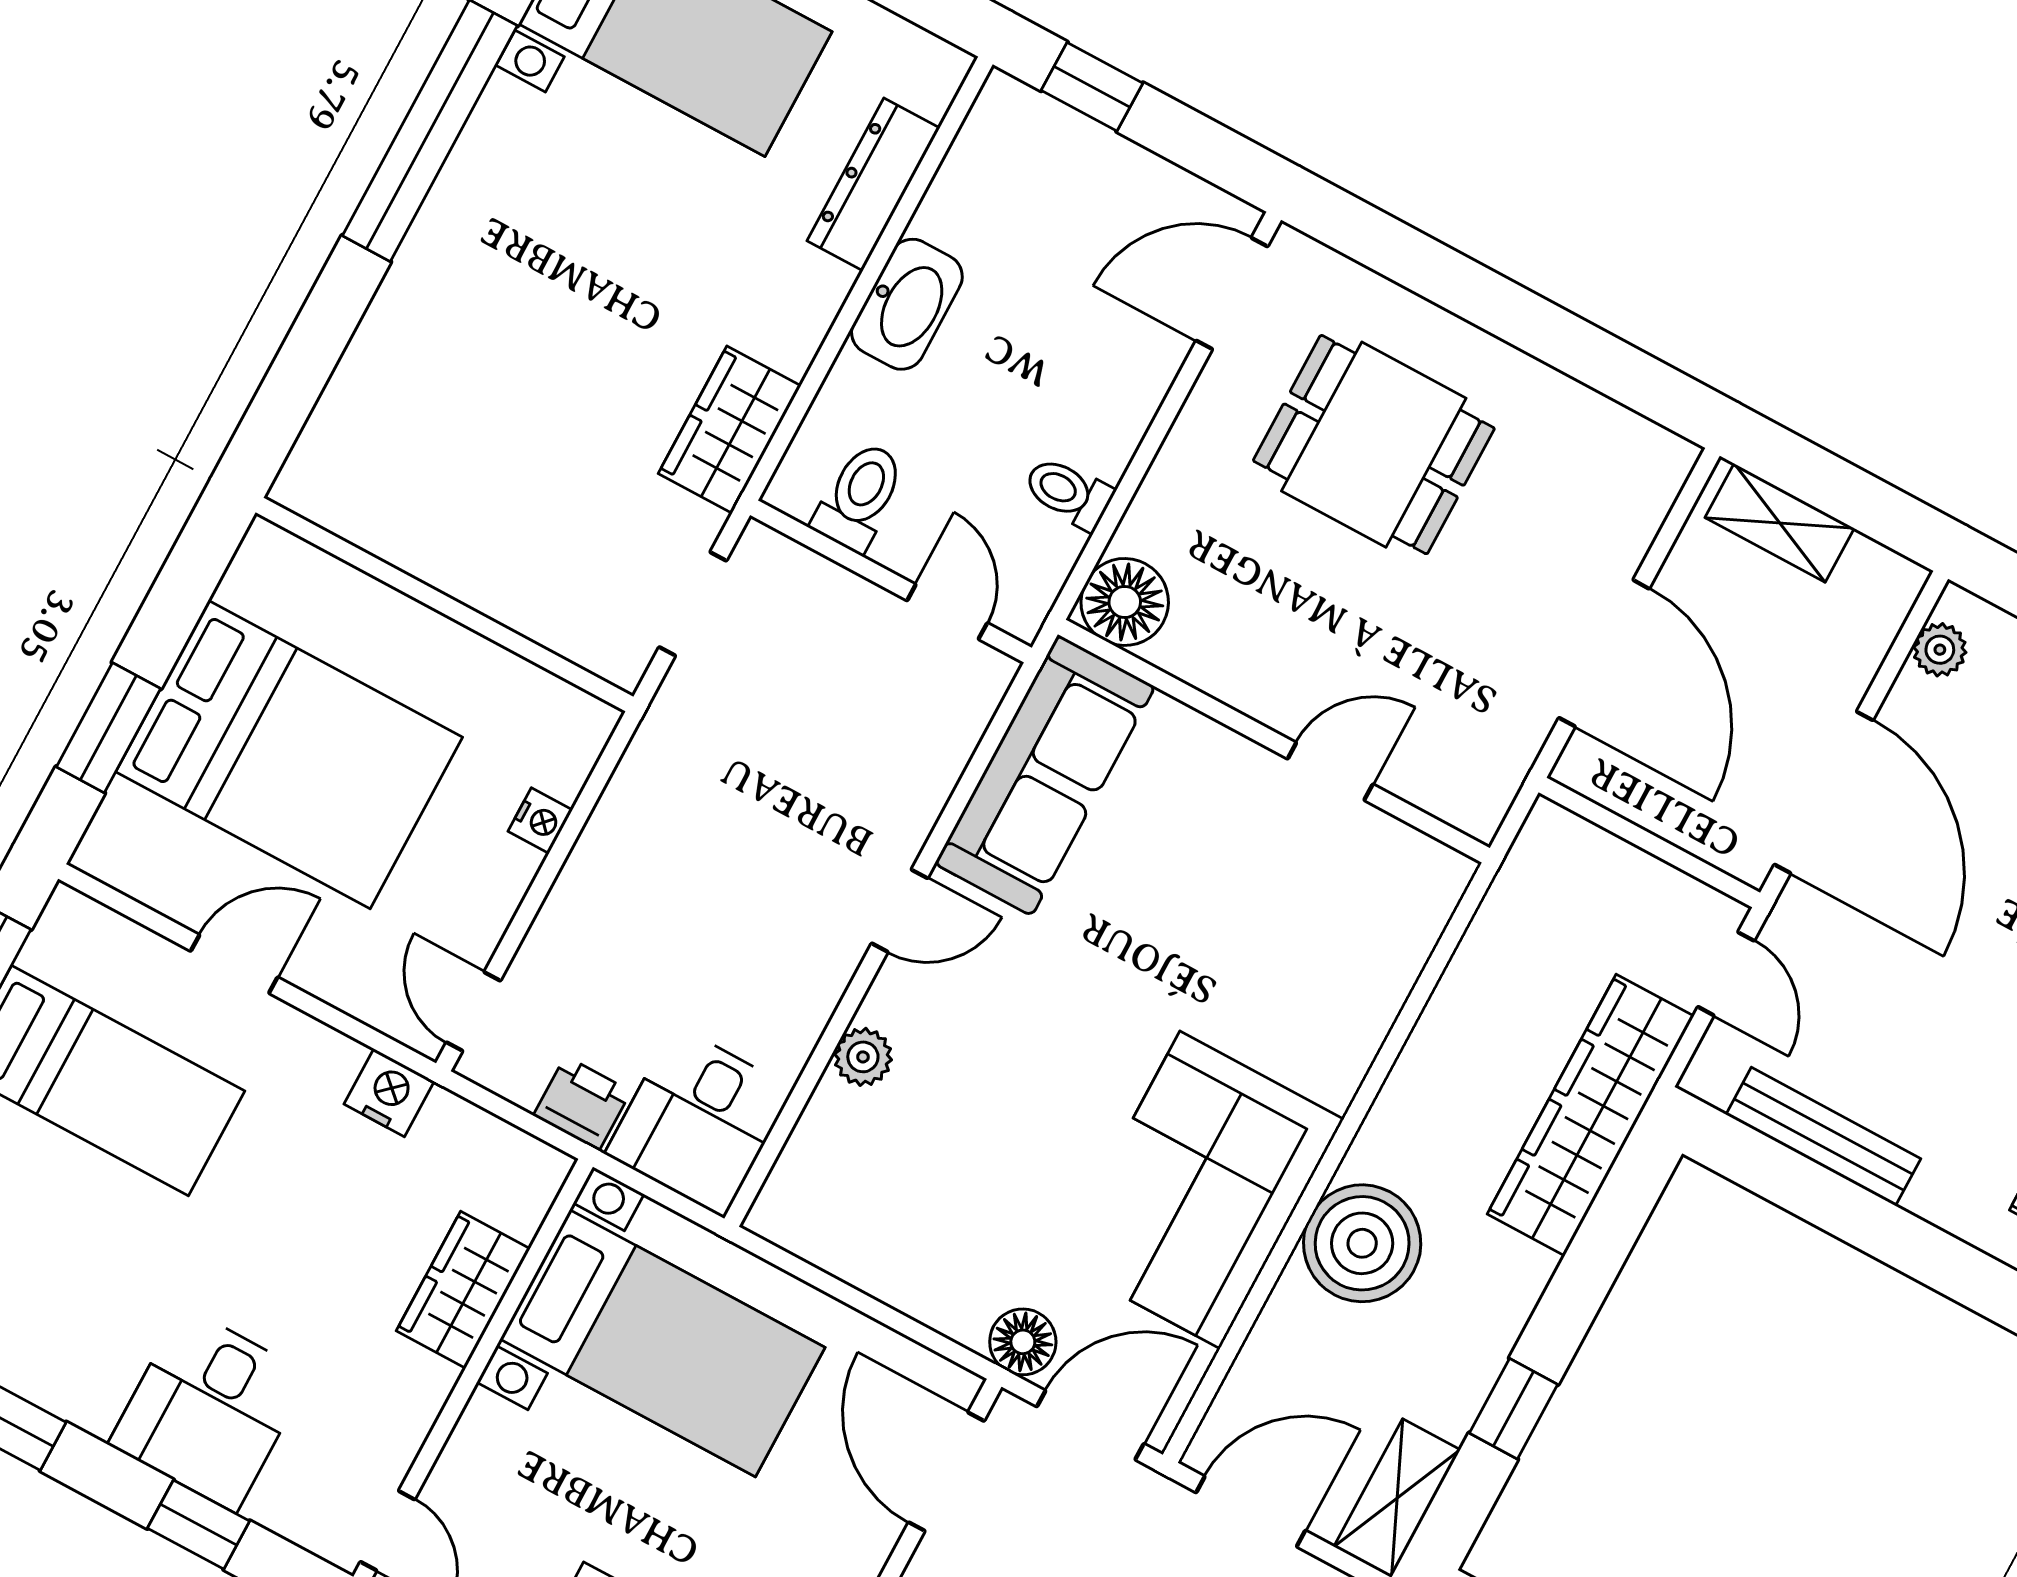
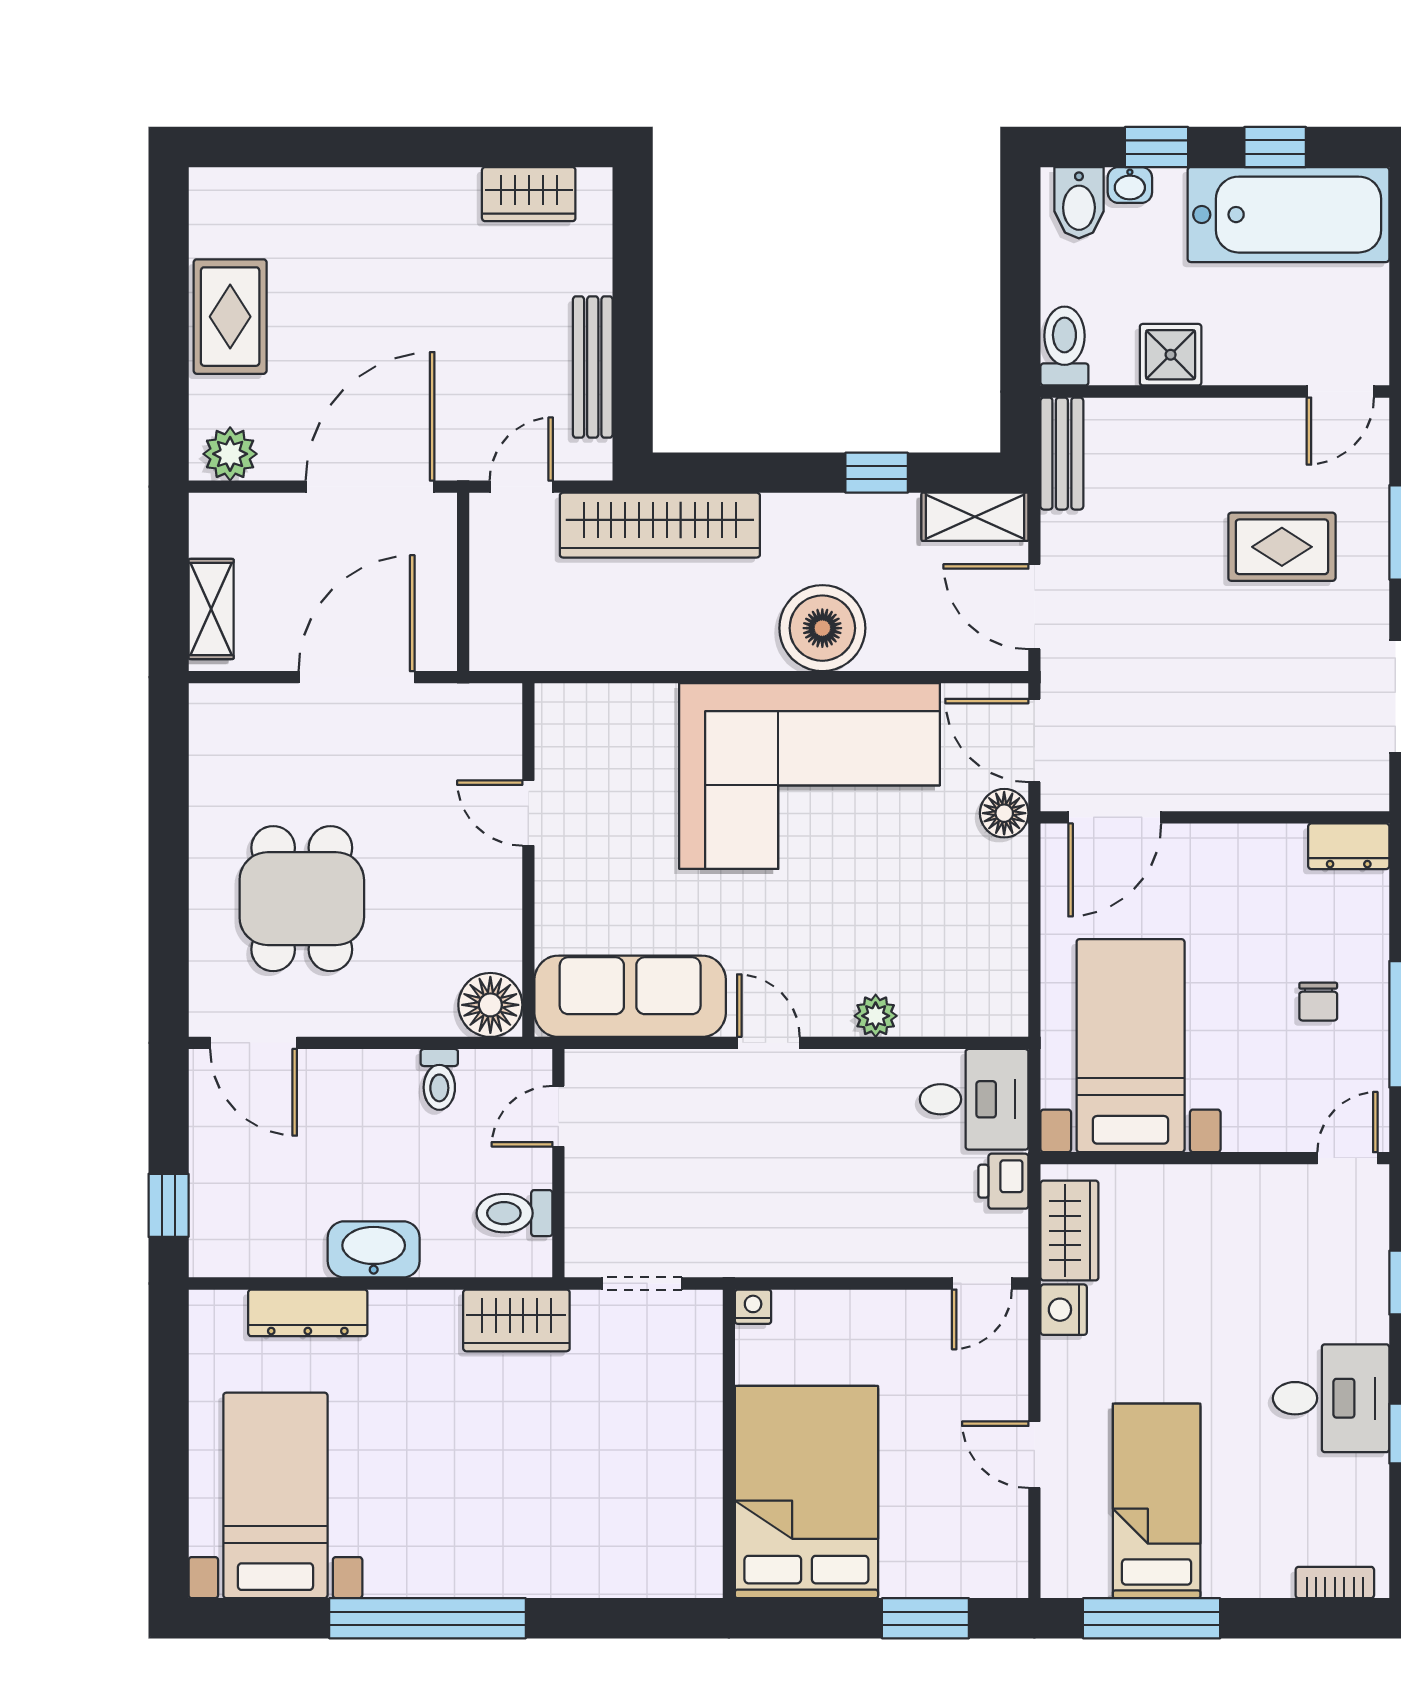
plant: (1940, 650) -> (230, 454), width x1.38, depth x1.38
bed: (289, 755) -> (806, 1492), moved
nightstand: (540, 821) -> (753, 1307), moved
corner sofa: (1200, 1190) -> (810, 776), width x1.36, depth x1.36
wardrobe: (463, 1290) -> (1069, 1231), moved, turned -90
desk: (209, 1409) -> (1331, 1398), moved

